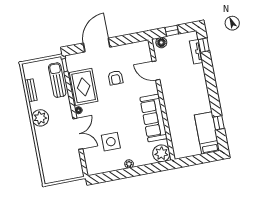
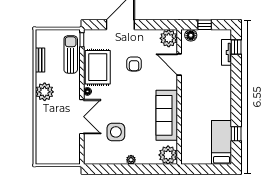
plant: (142, 49) -> (169, 38), added

